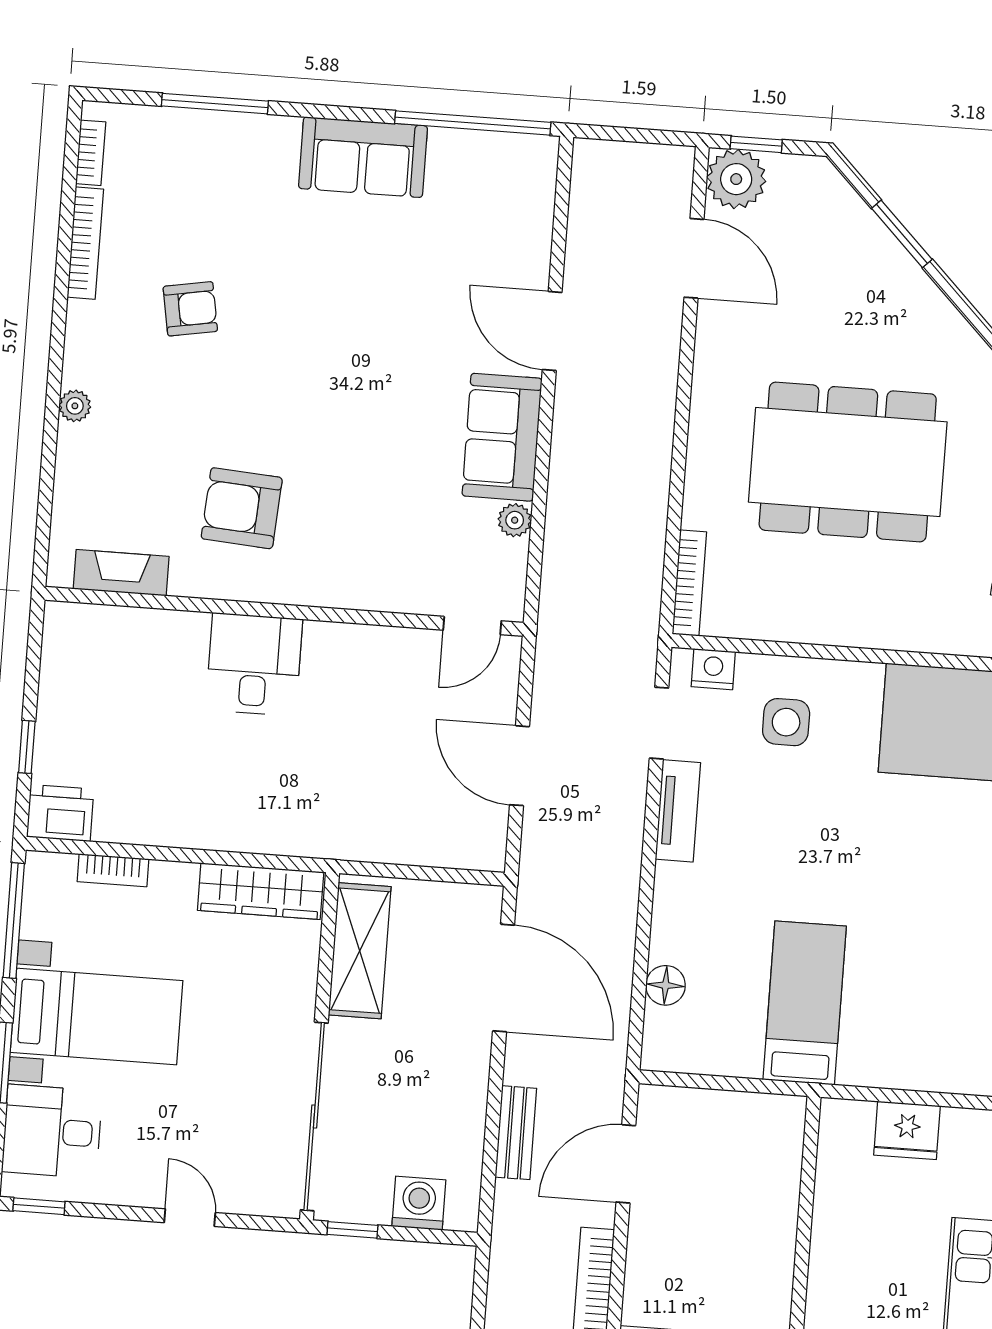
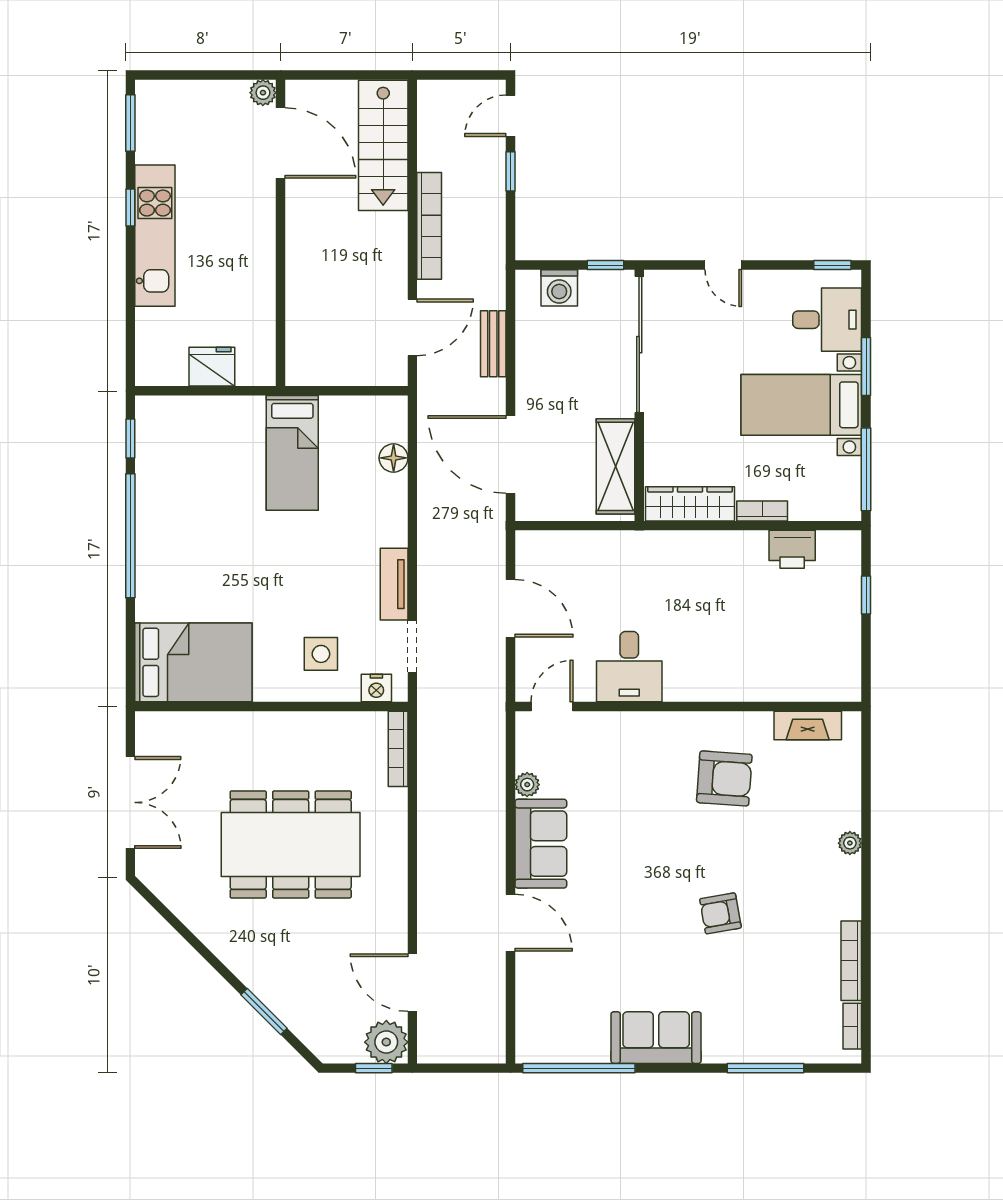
armchair: (190, 309) -> (720, 913), moved
desk: (254, 664) -> (629, 667), moved
printer: (60, 813) -> (792, 549), moved
bookcase: (113, 870) -> (762, 511), moved

